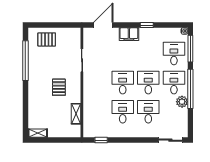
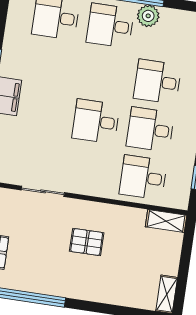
desk: (148, 83) -> (143, 177), moved
shelving: (76, 114) -> (166, 221), moved

